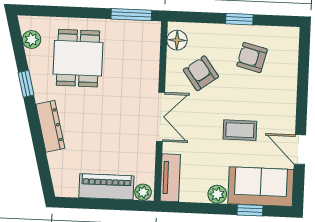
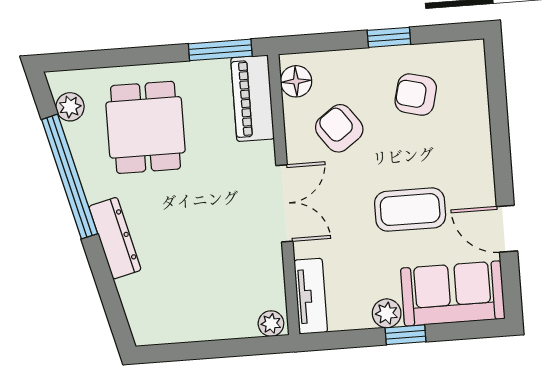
window: (26, 84) -> (70, 177), width x3.17
coffee table: (240, 130) -> (410, 210), width x1.36, depth x1.30
piano: (106, 187) -> (252, 98), moved, turned -90
window: (250, 210) -> (405, 335), moved

